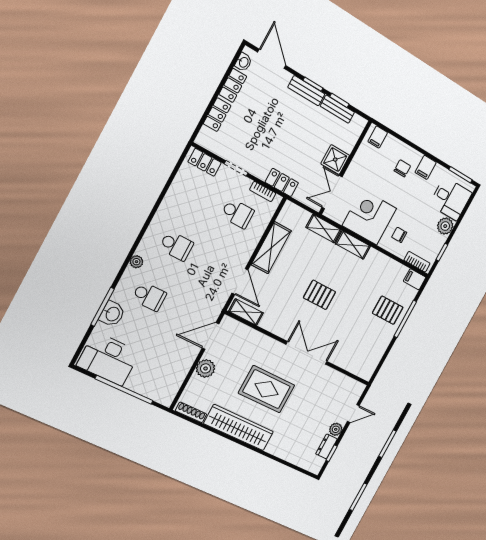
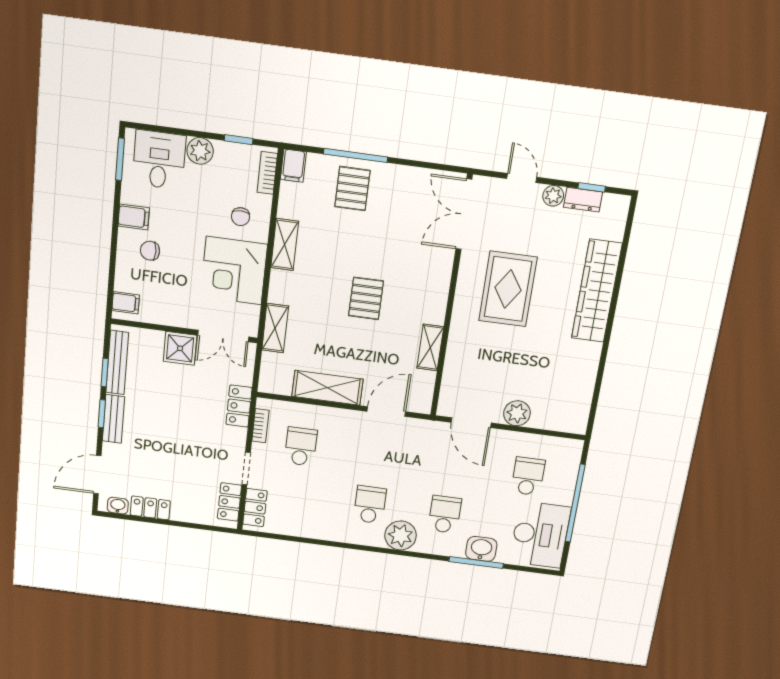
bench: (337, 109) -> (117, 363), width x1.36
locker: (217, 115) -> (229, 502), moved, turned -90
shelving: (353, 245) -> (285, 245), moved
plant: (136, 262) -> (401, 535), width x1.88, depth x1.88
shelving: (246, 312) -> (430, 348), moved
double door: (307, 353) -> (464, 214), moved
school desk: (157, 363) -> (528, 476), added
rug: (267, 389) -> (508, 289), moved
shoe rack: (191, 412) -> (583, 411), removed
wardrobe: (239, 428) -> (597, 291), moved

